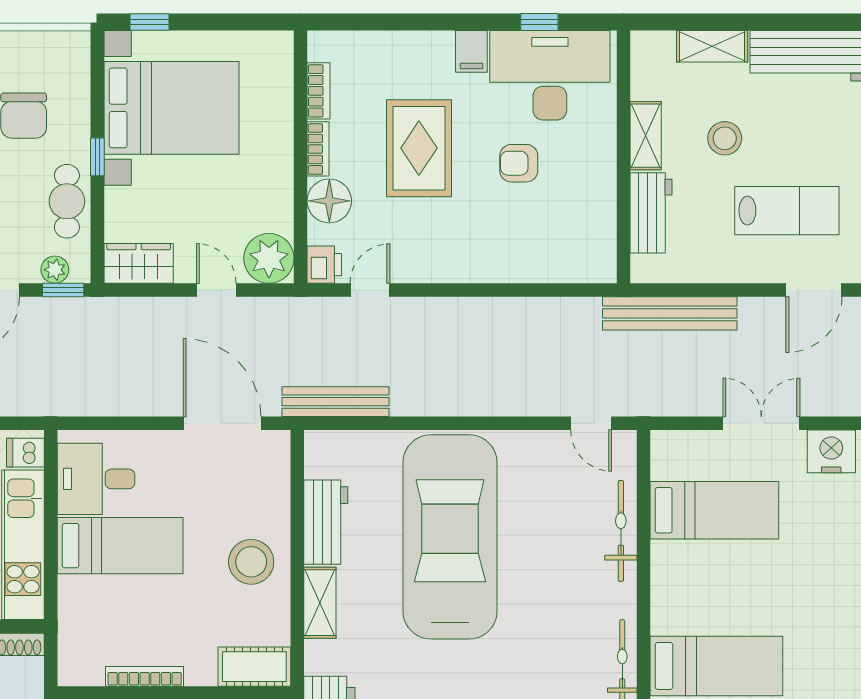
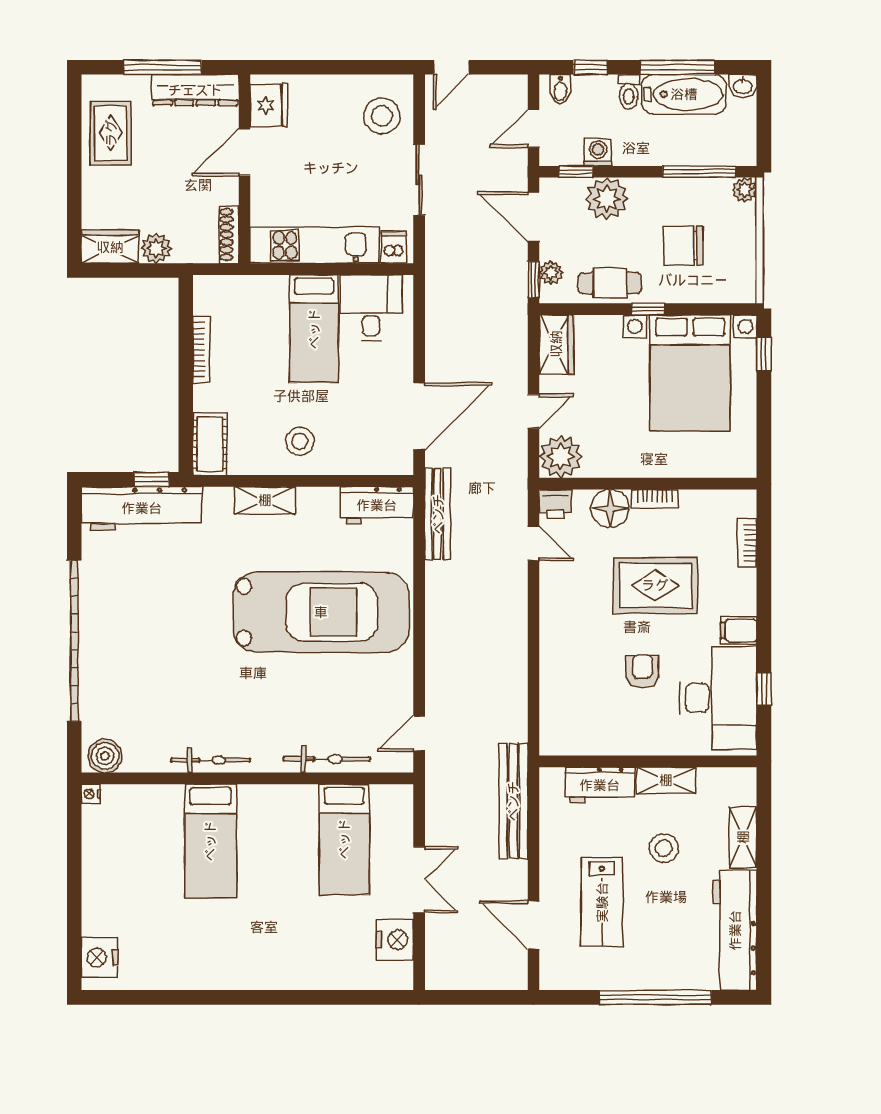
bookcase: (318, 91) -> (747, 543), moved, turned 90
workbench: (326, 522) -> (377, 505), moved
stool: (251, 562) -> (300, 441), width x0.73, depth x0.73

